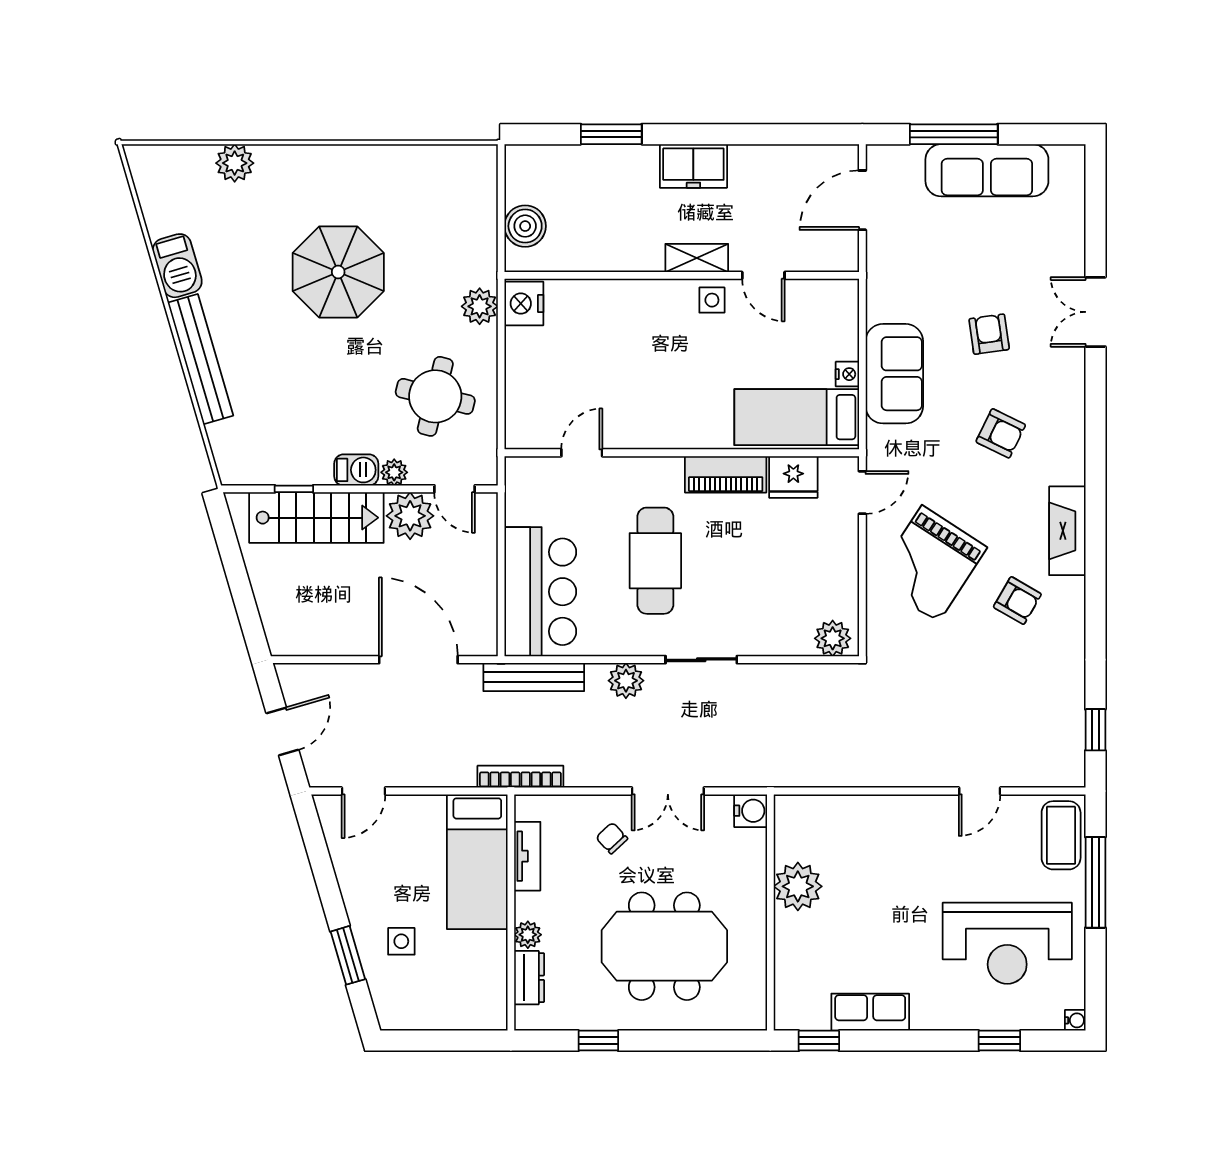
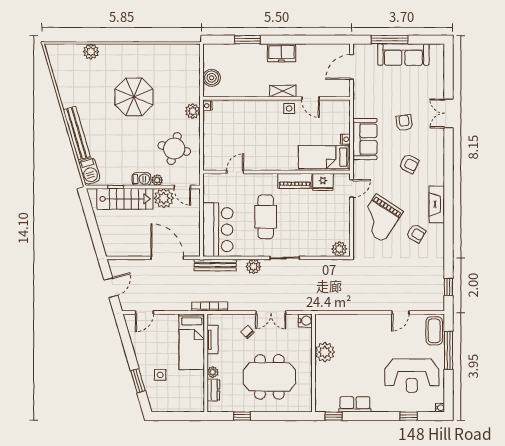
barbecue: (177, 266) -> (89, 171), moved
nightstand: (524, 304) -> (207, 106), width x0.53, depth x0.56

